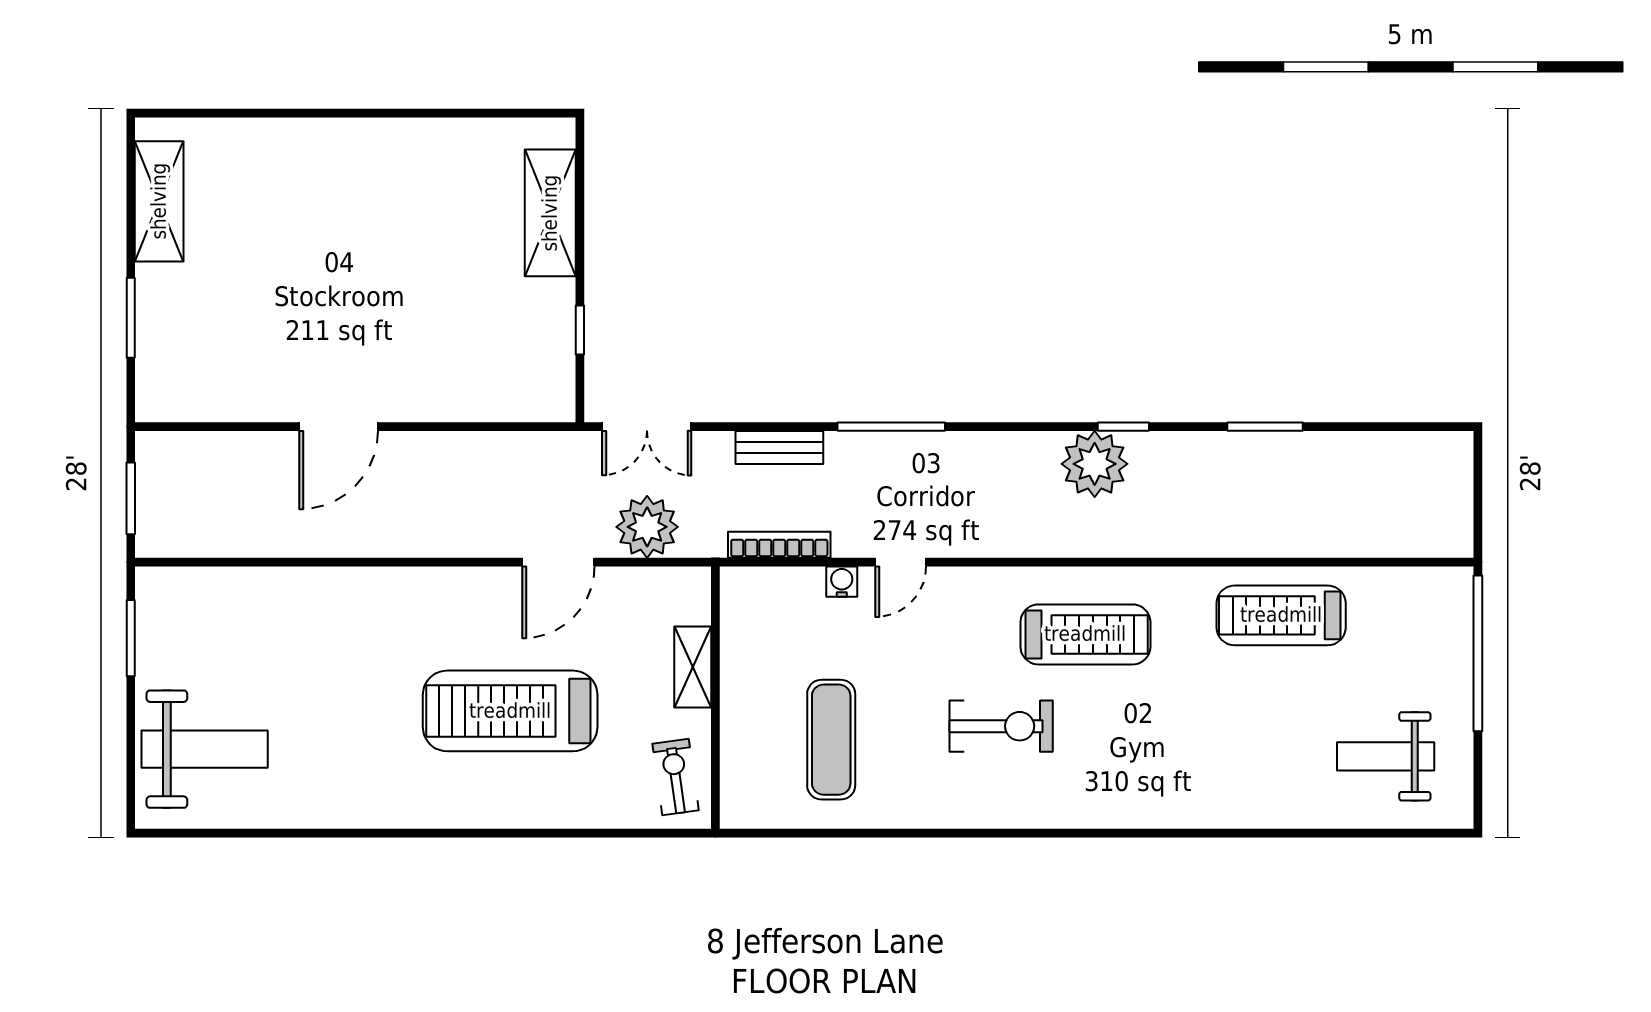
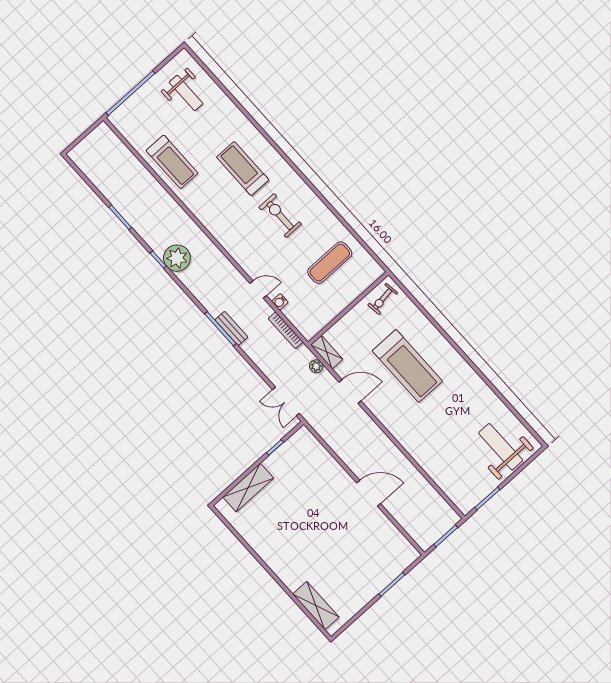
shelving: (159, 201) -> (316, 606), moved, turned 90
double door: (647, 427) -> (286, 401), swing flipped
bench: (779, 447) -> (231, 328), moved
plant: (647, 527) -> (316, 366), width x0.53, depth x0.53
treadmill: (1085, 634) -> (243, 169), moved
shelving: (693, 667) -> (327, 352), moved, turned 90

